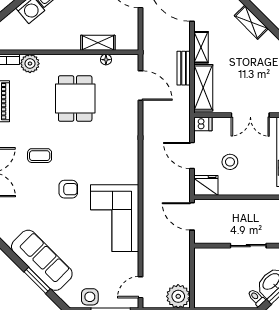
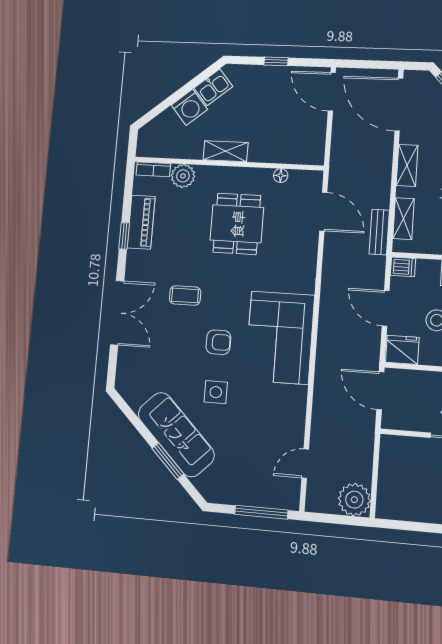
shelving: (98, 43) -> (226, 151), moved
bench: (184, 68) -> (379, 232), moved
shelving: (203, 88) -> (403, 219), width x0.67, depth x0.75
corner sofa: (115, 218) -> (280, 338), moved
door: (140, 287) -> (305, 464), moved
side table: (90, 297) -> (216, 392), moved

